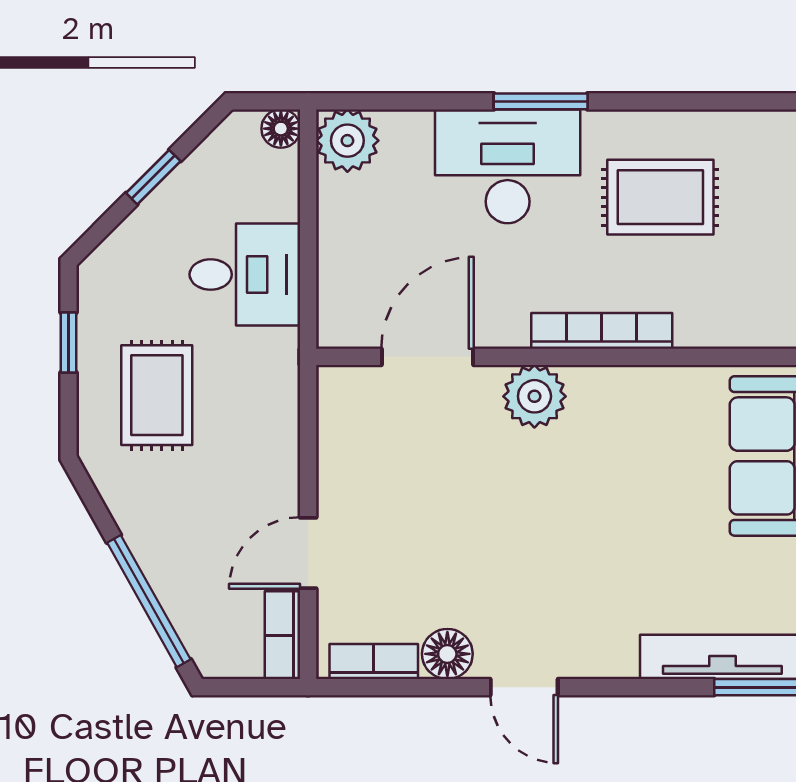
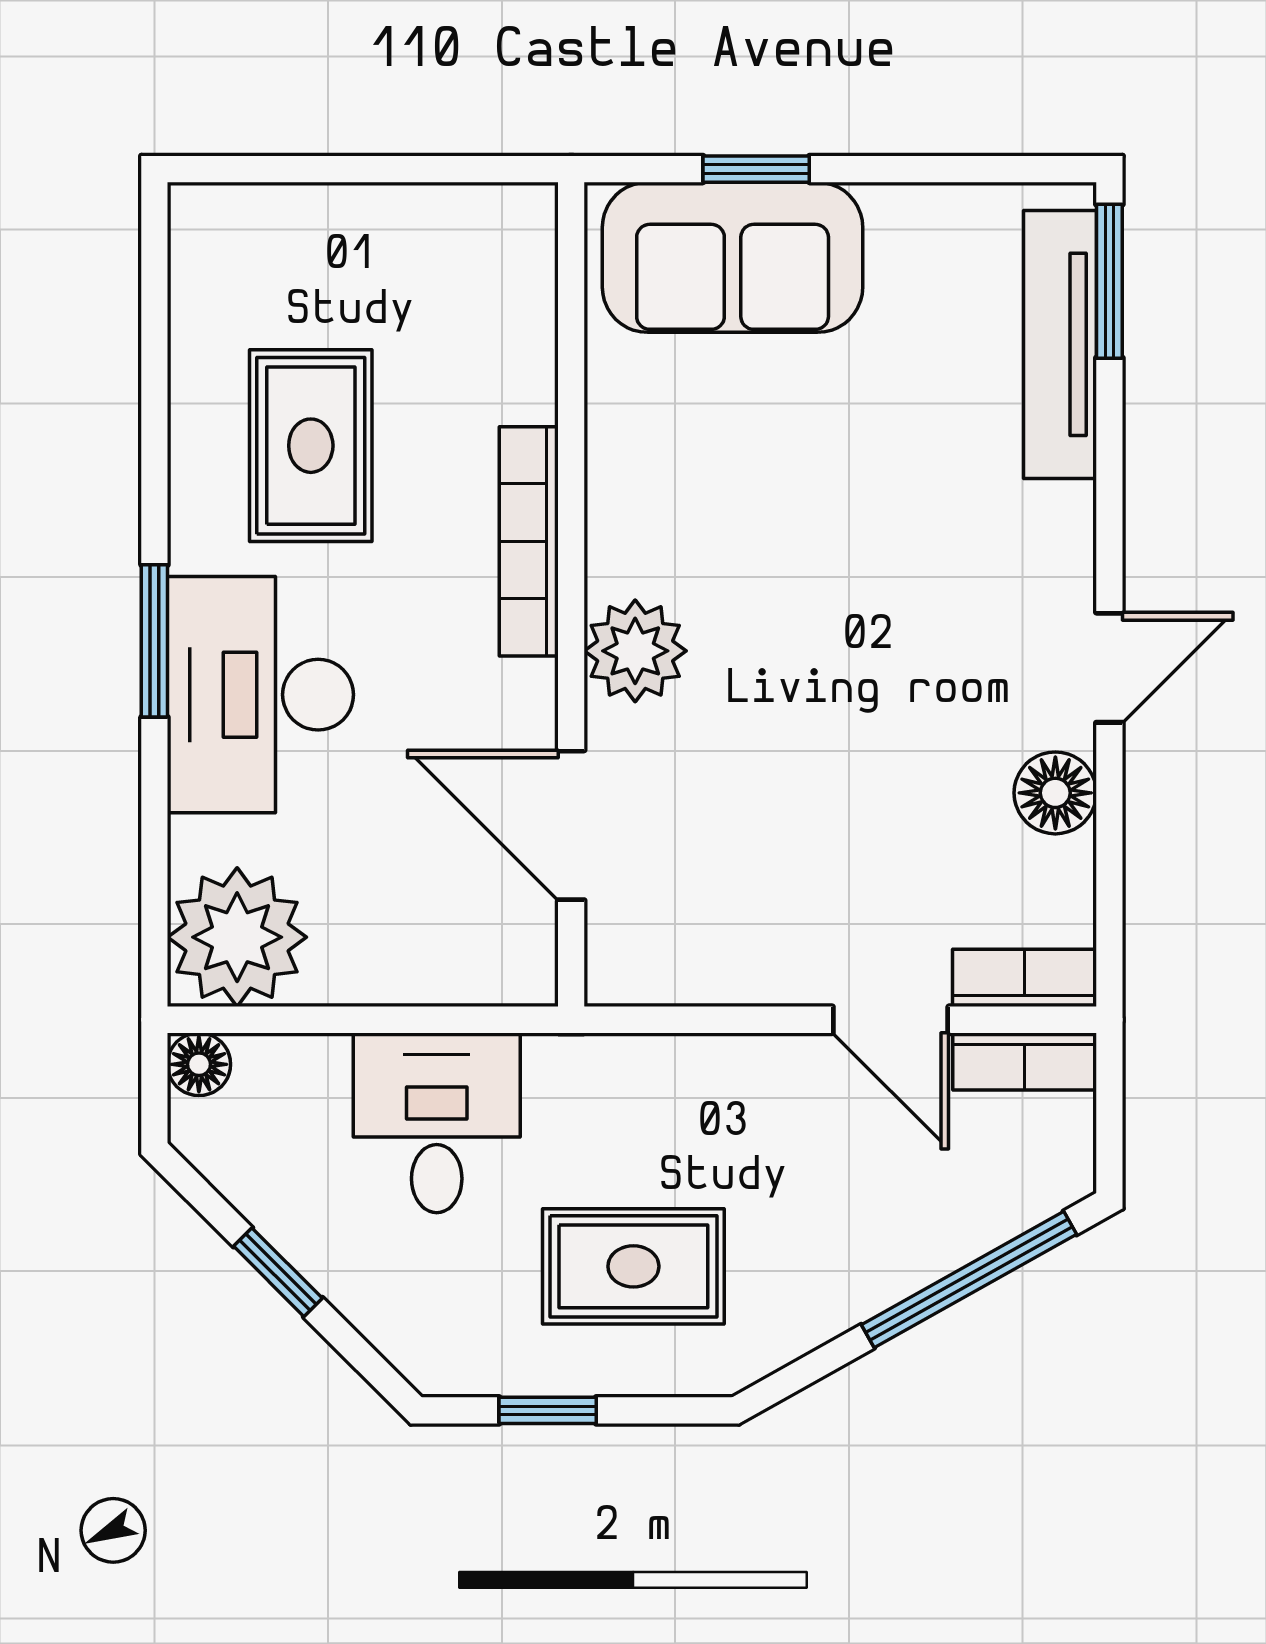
plant: (347, 141) -> (237, 937), width x1.36, depth x1.36
bookcase: (374, 662) -> (1024, 978), moved, turned 90

